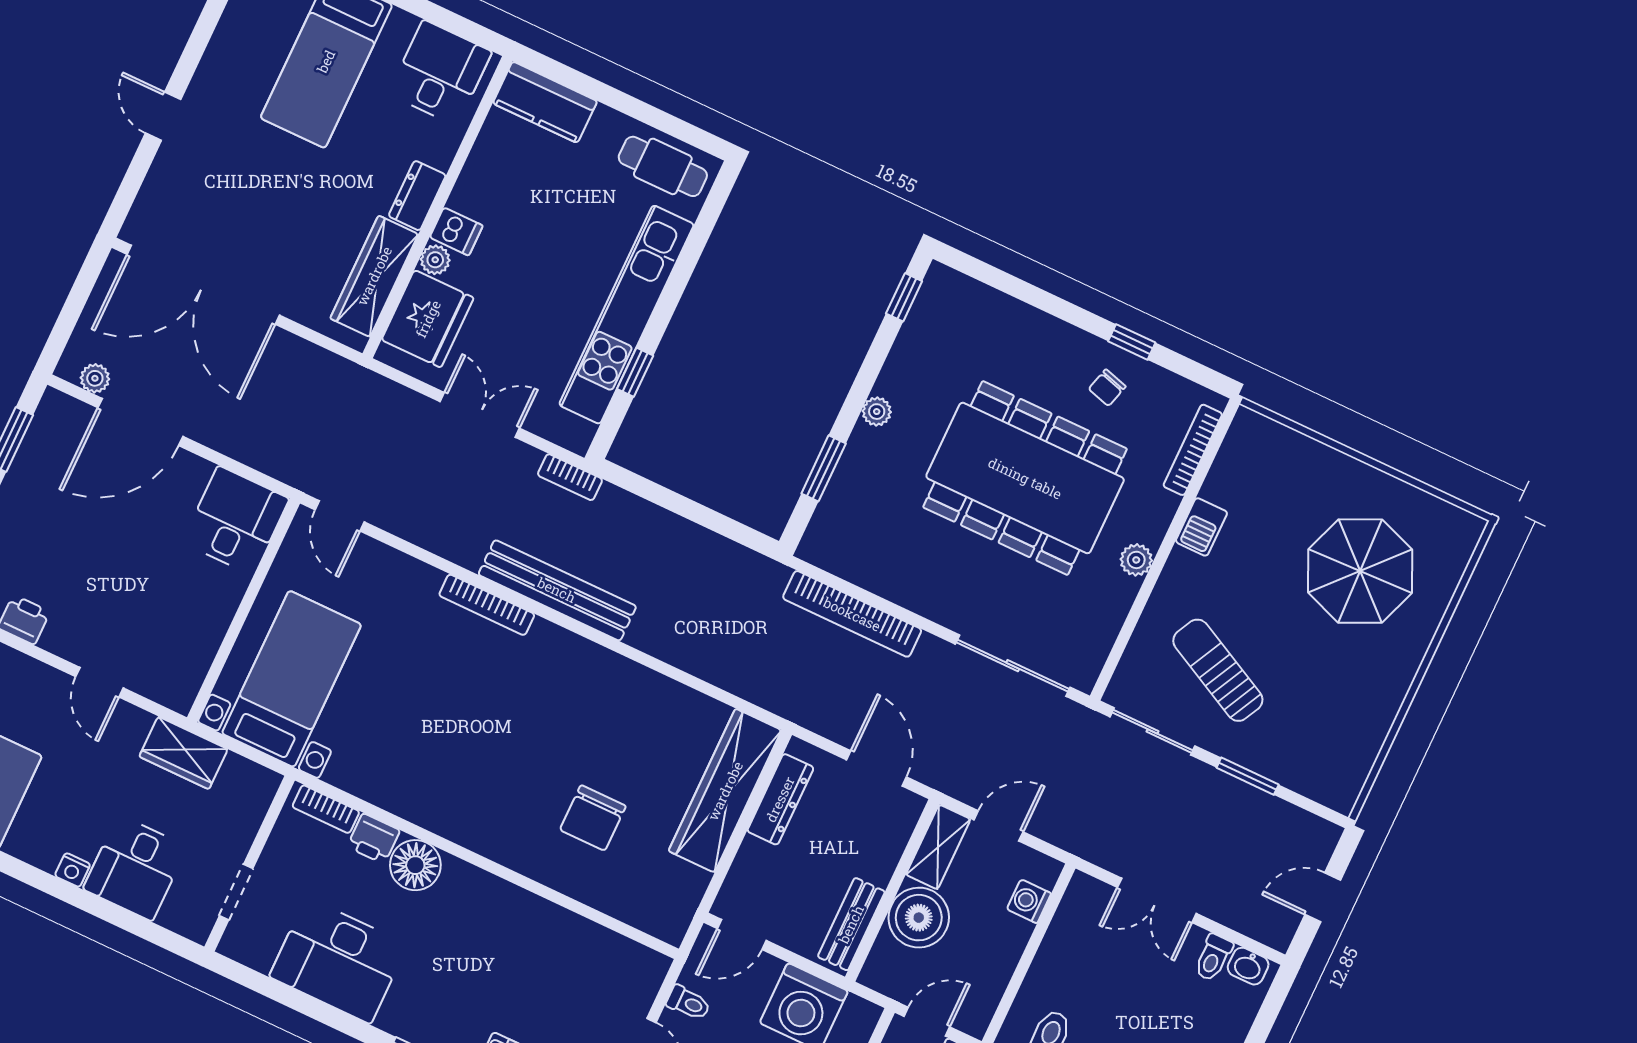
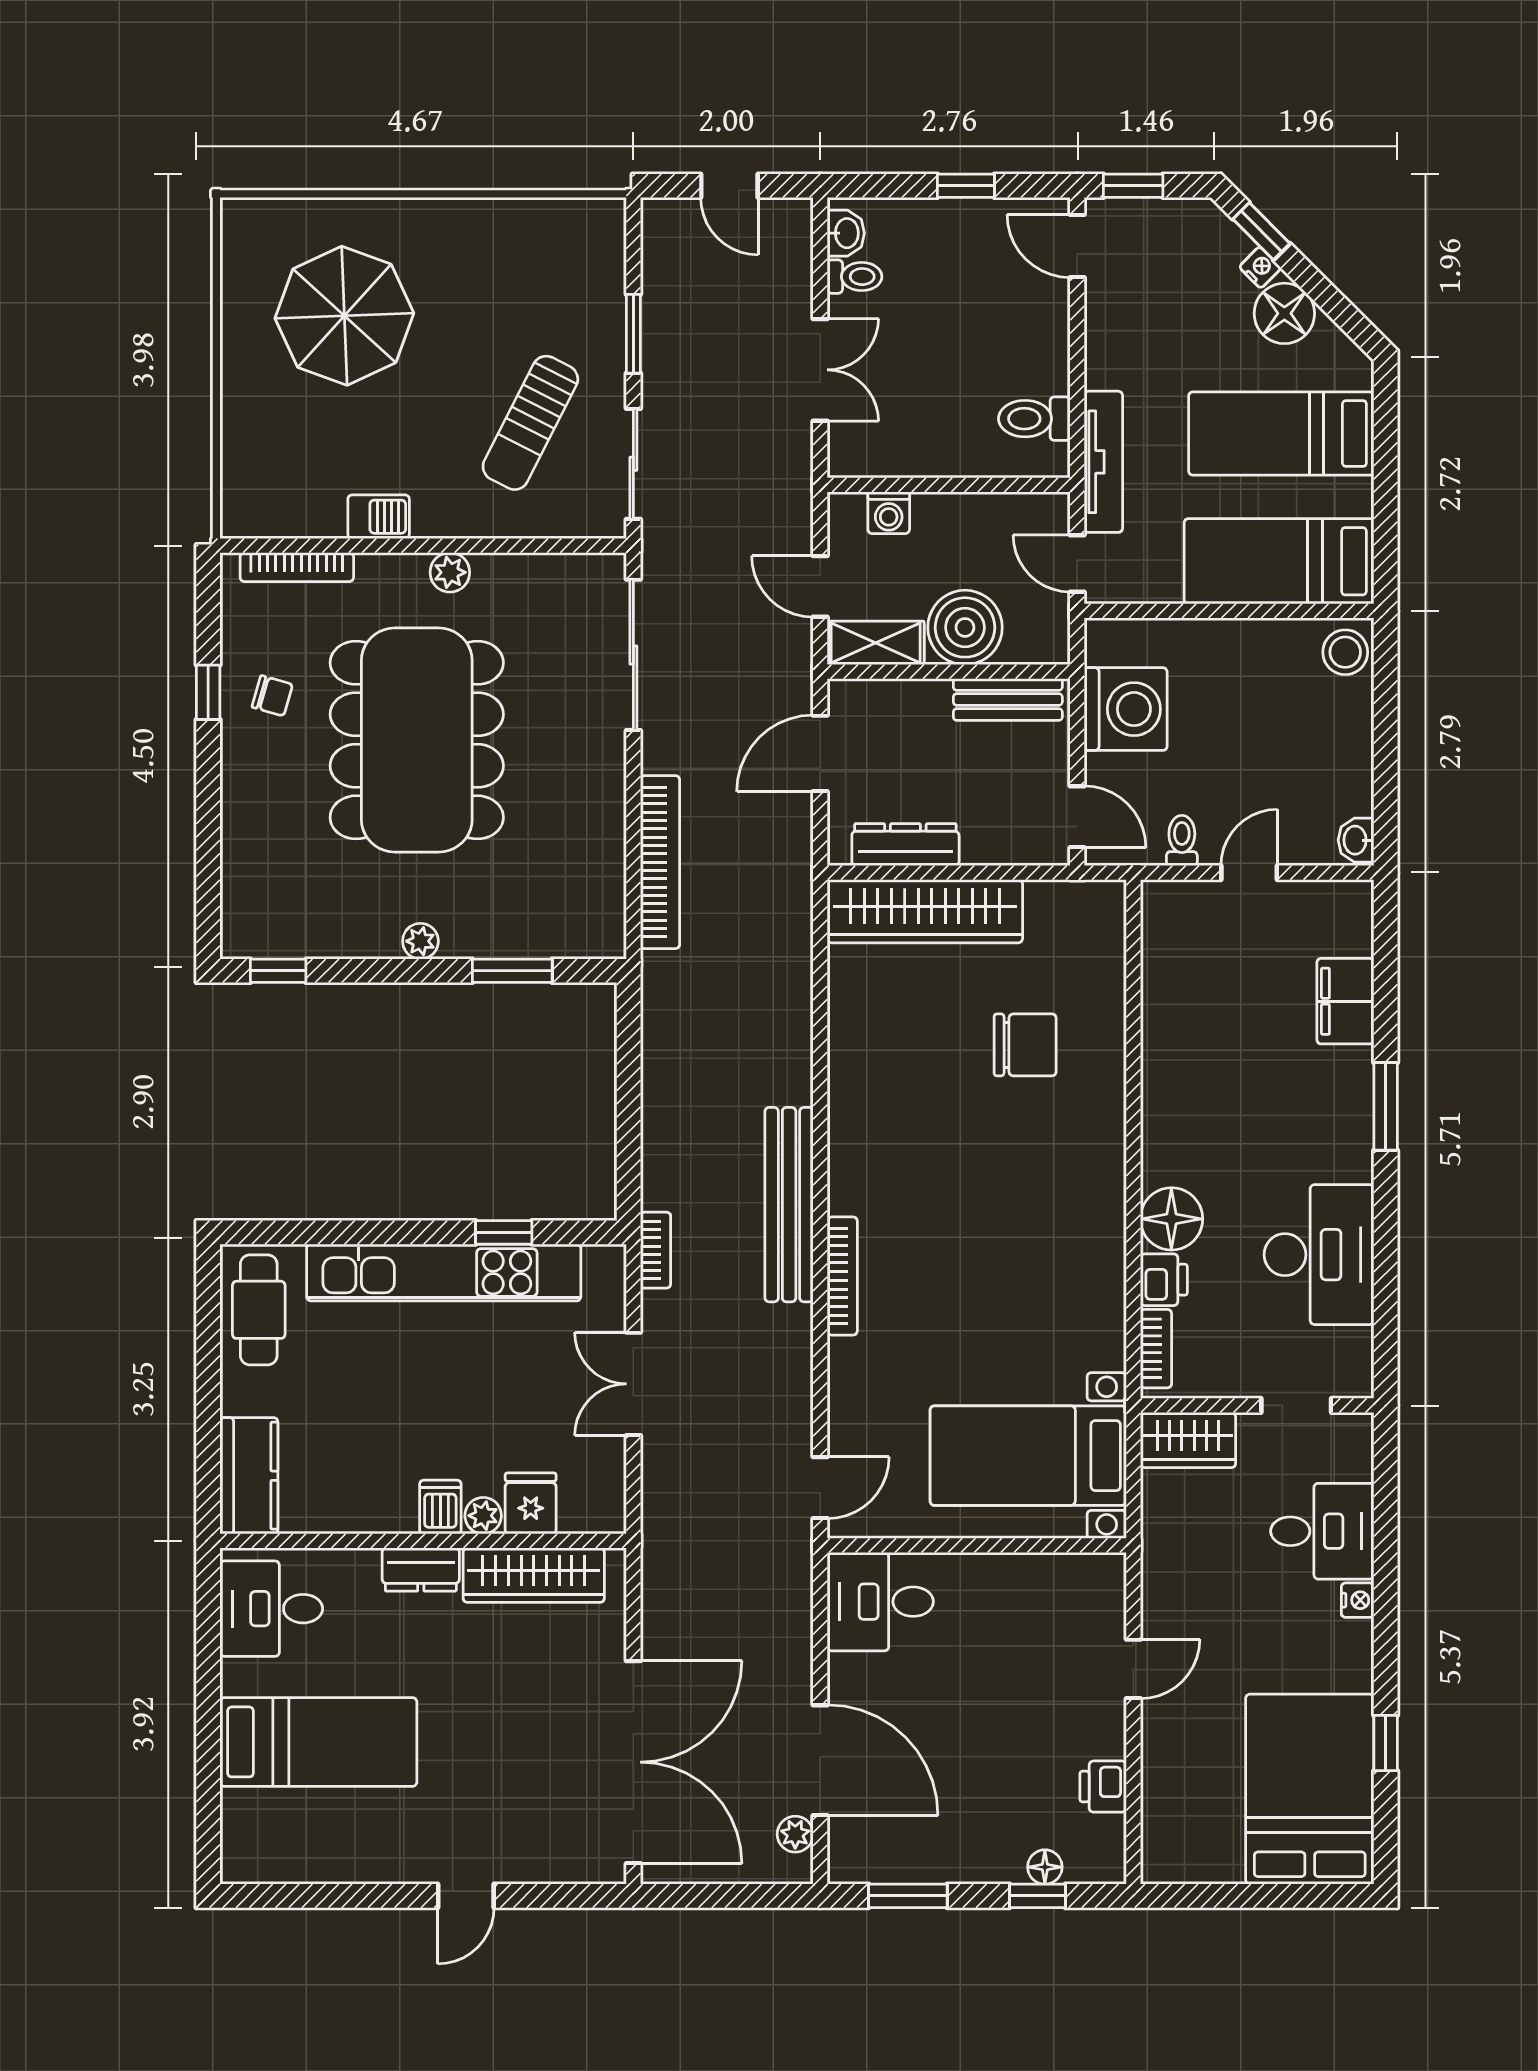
fridge: (428, 319) -> (531, 1503), width x0.53, depth x0.75
wardrobe: (183, 753) -> (1188, 1440), moved, turned 90

